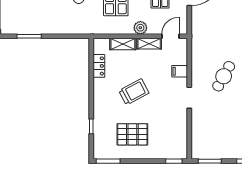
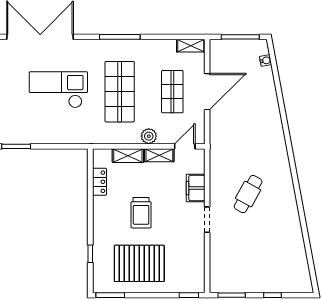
filing cabinet: (180, 71) -> (196, 188), width x2.00
trolley: (134, 92) -> (141, 213), turned 118
pallet: (132, 134) -> (139, 263), width x1.37, depth x1.41

